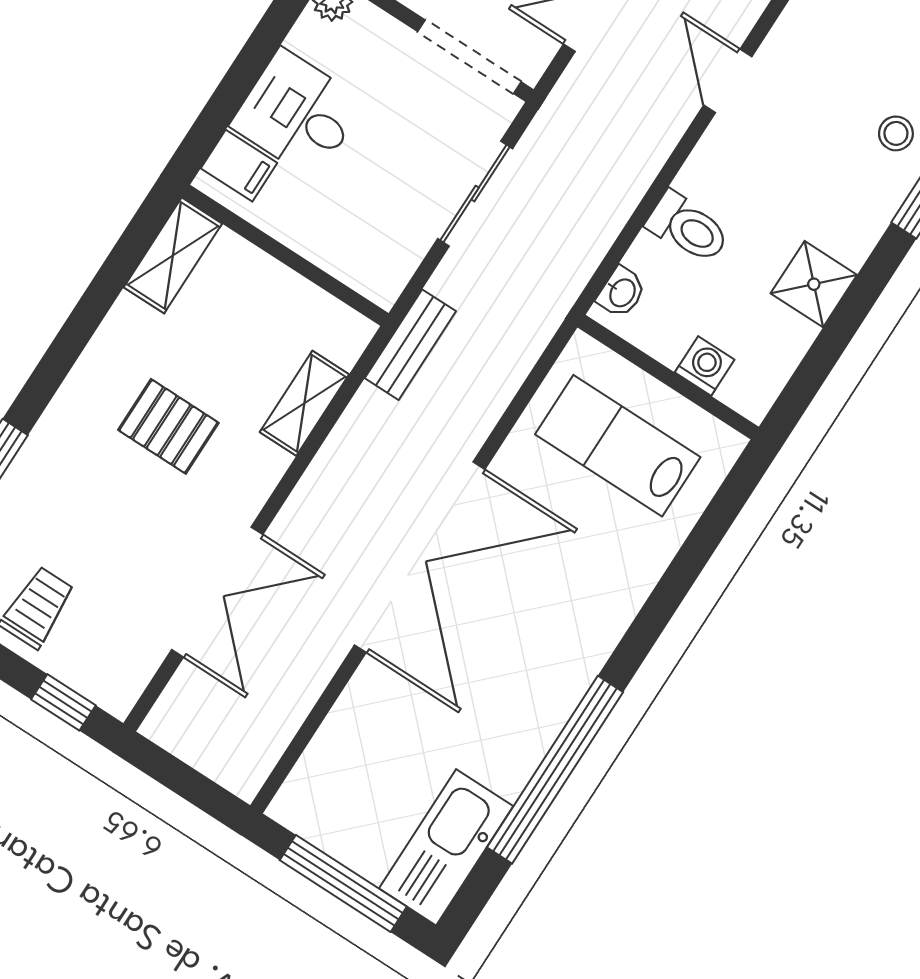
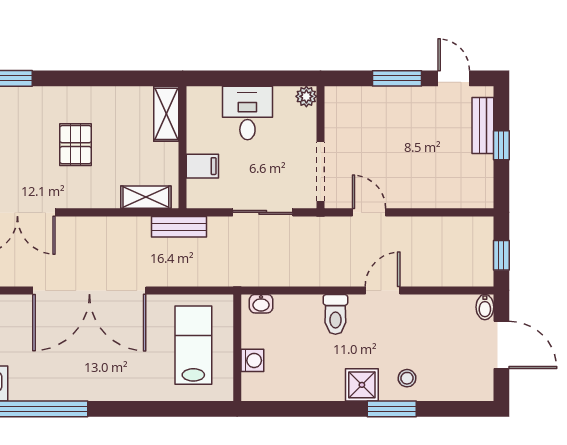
filing cabinet: (239, 166) -> (202, 166), moved, turned -90
toilet: (688, 228) -> (335, 314), moved
shelving: (173, 255) -> (166, 114), moved, turned 90
shower: (814, 284) -> (362, 385), moved
shelving: (304, 403) -> (146, 197), moved

